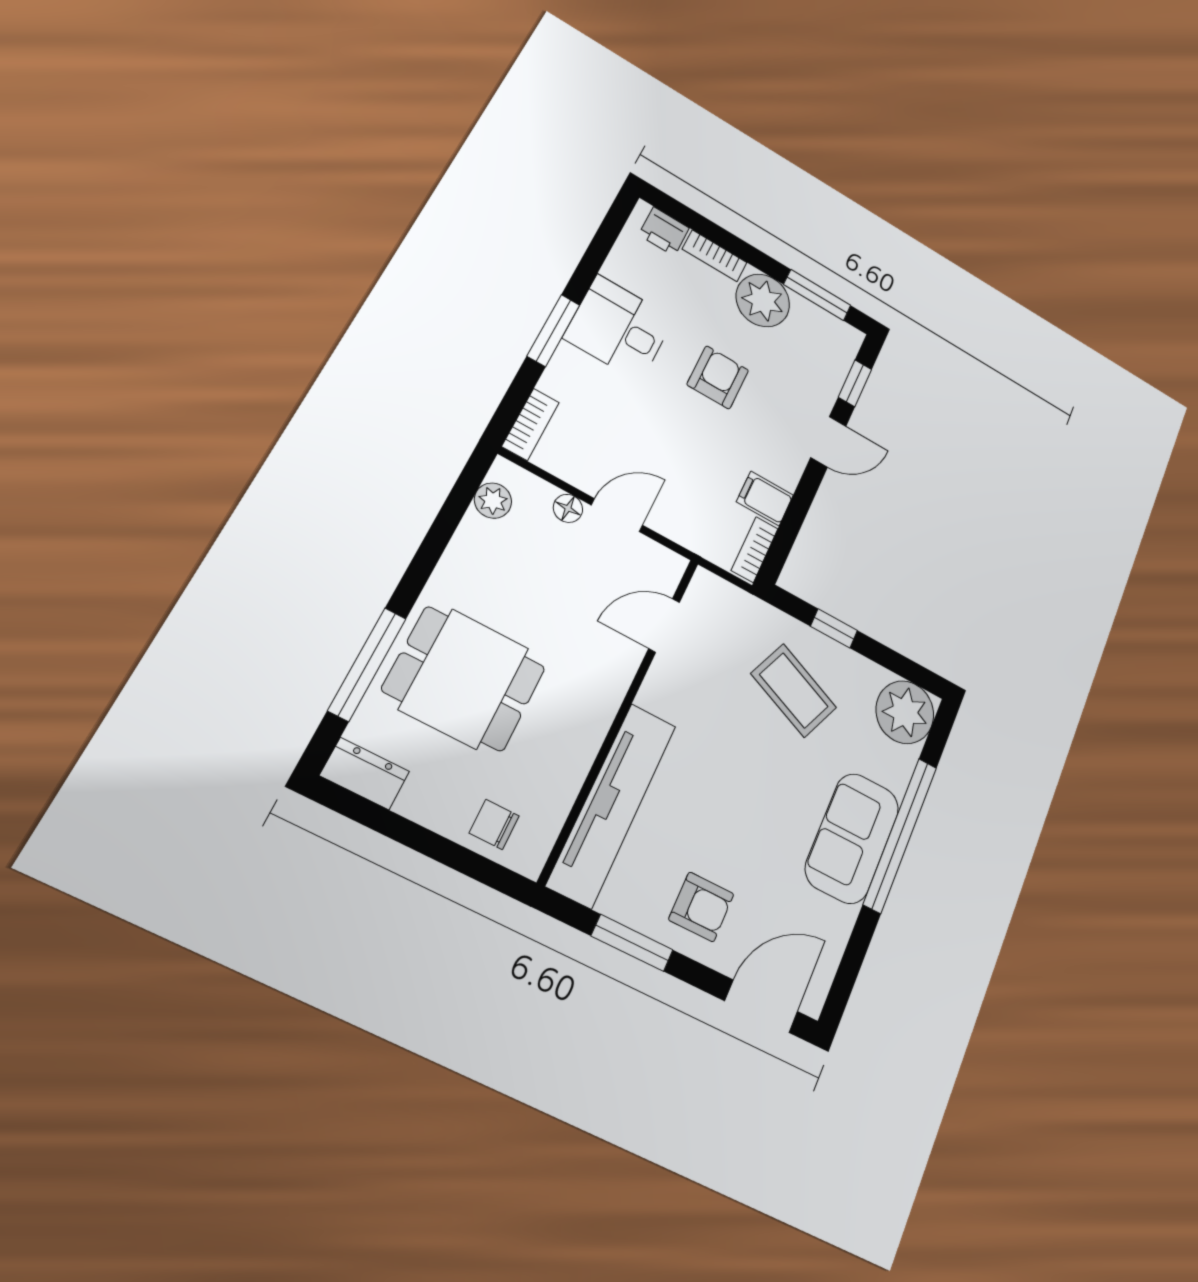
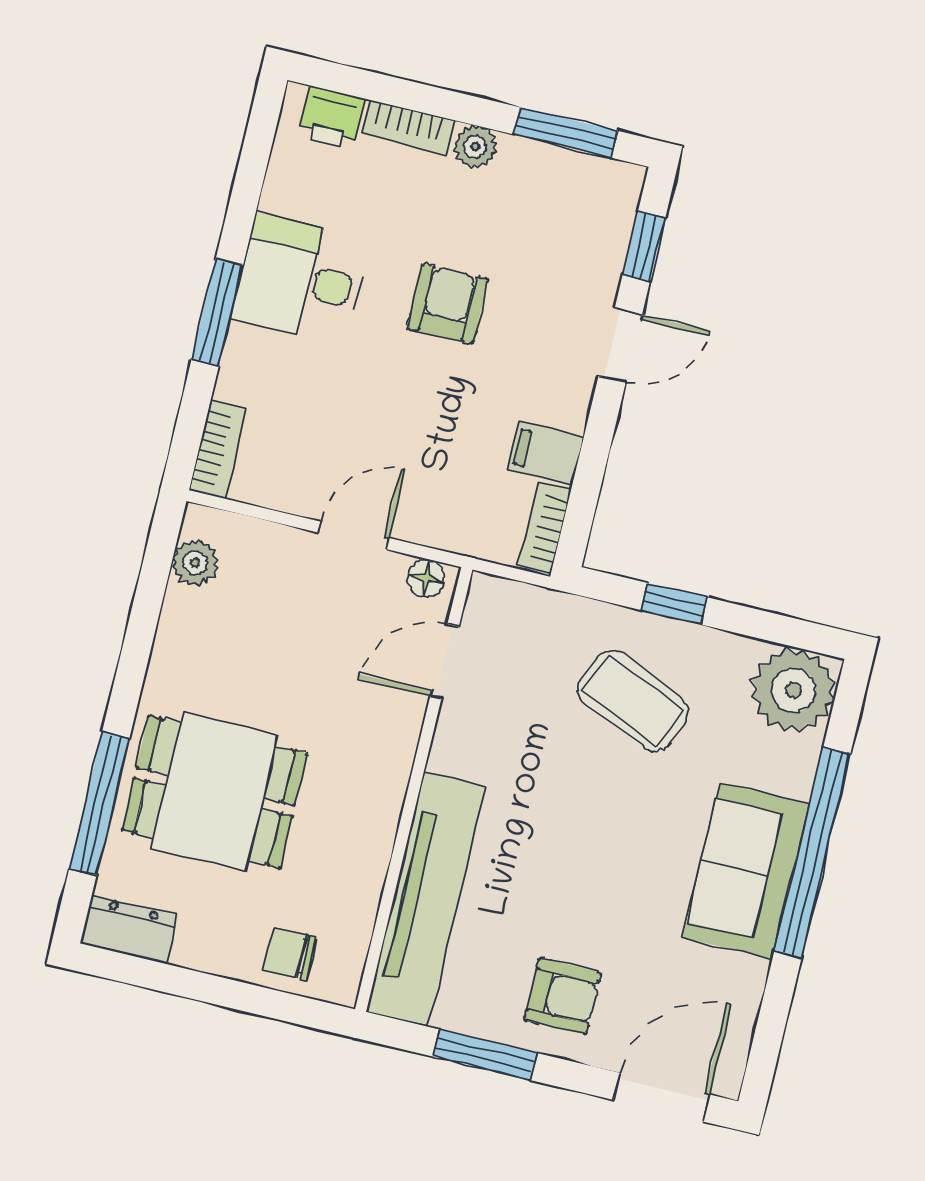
plant: (763, 300) -> (475, 147), width x0.53, depth x0.53
floor lamp: (568, 508) -> (426, 578), moved

